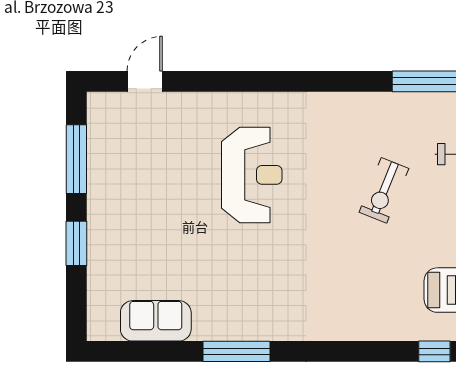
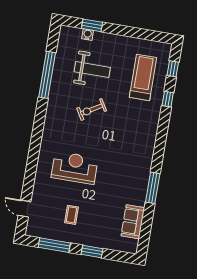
coffee table: (148, 185) -> (71, 215), added
exercise bike: (384, 190) -> (92, 110), turned 127

